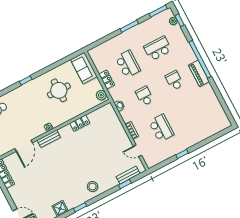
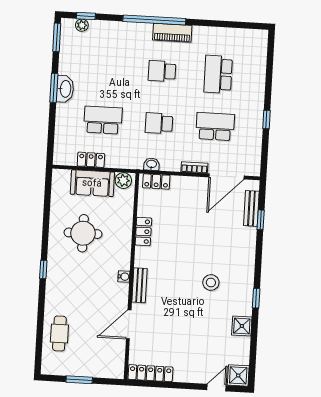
washbasin: (133, 33) -> (65, 89), added
school desk: (158, 48) -> (218, 74), moved
sofa: (84, 68) -> (92, 183), moved
locker: (107, 79) -> (91, 160), moved
locker: (112, 114) -> (156, 182), added
door: (24, 146) -> (129, 324), swing flipped
door: (137, 151) -> (227, 177), width x1.88
stool: (93, 187) -> (211, 283), moved

